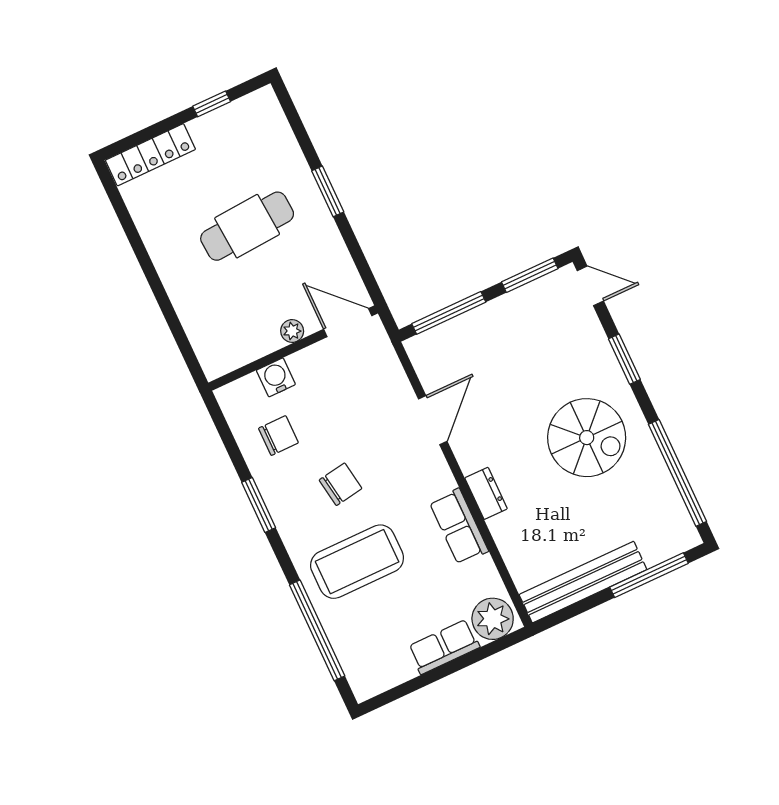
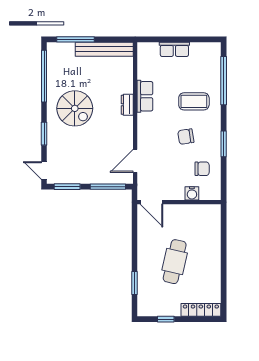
window: (328, 191) -> (135, 283), moved
cafe table: (247, 226) -> (175, 262), turned -73
plant: (292, 331) -> (176, 209), removed
door: (433, 420) -> (135, 161), moved
chair: (278, 436) -> (202, 169), turned 180
spiral stairs: (587, 438) -> (75, 108), turned 180
coffee table: (357, 562) -> (194, 101), width x0.73, depth x0.76
plant: (493, 619) -> (149, 52), removed

